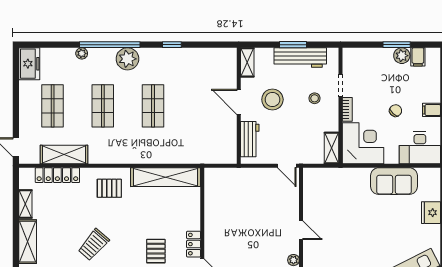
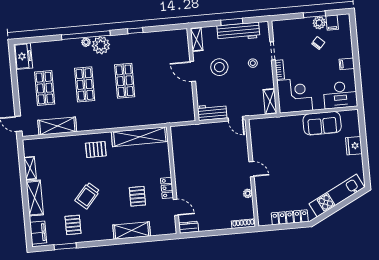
plant: (82, 53) -> (86, 42), moved
chair: (396, 111) -> (318, 43), moved
workbench: (250, 139) -> (212, 112), moved, turned -90
locker: (57, 175) -> (54, 143), removed

